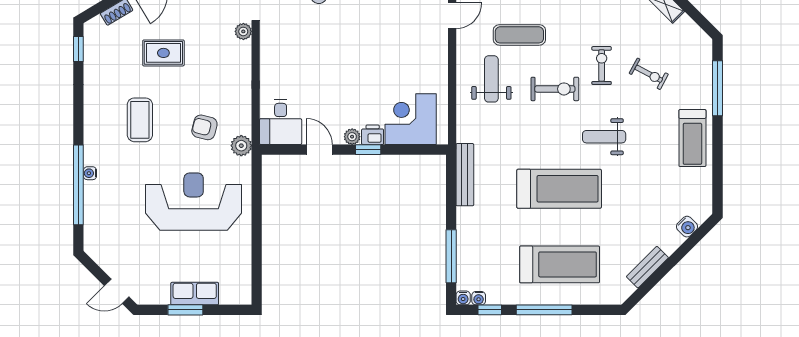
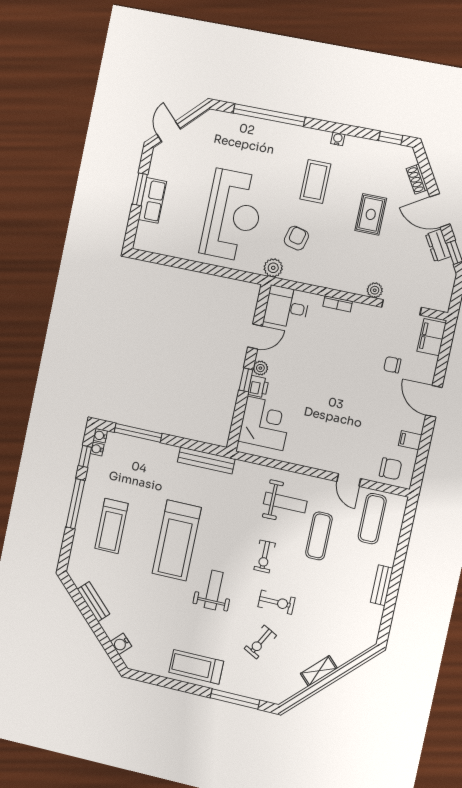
bookcase: (266, 68) -> (338, 304), added
exercise bike: (555, 89) -> (265, 556), width x0.73, depth x0.72
coffee table: (140, 120) -> (315, 181), turned 90
water cooler: (90, 173) -> (338, 139), moved
treadmill: (560, 264) -> (111, 526), width x0.73, depth x0.73

